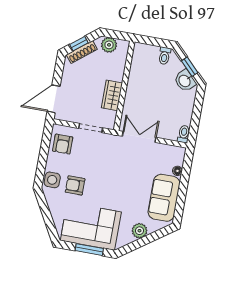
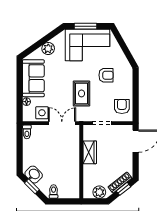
double door: (139, 137) -> (62, 123), swing flipped
rug: (109, 169) -> (82, 93), added
side table: (52, 180) -> (42, 113), moved

